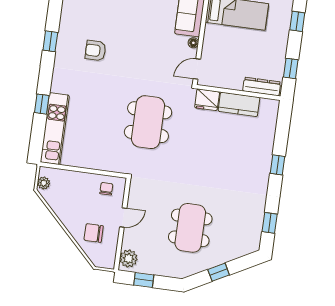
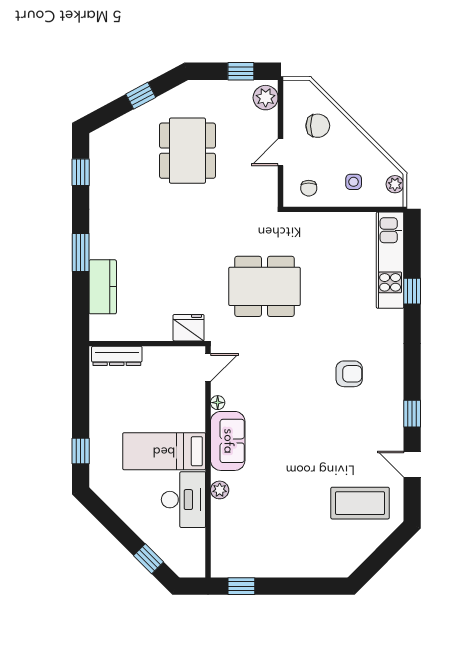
window: (50, 41) -> (412, 414), moved
window: (291, 68) -> (81, 386), removed
kitchen counter: (239, 104) -> (103, 287), moved, turned 90
dining table: (148, 122) -> (264, 286), turned 90
window: (278, 165) -> (81, 252), width x1.50
side table: (73, 189) -> (354, 182), added

